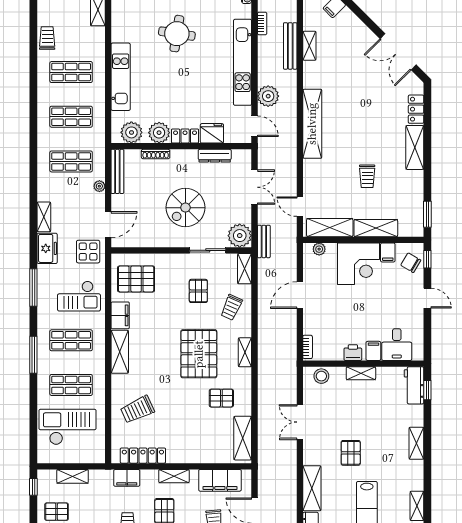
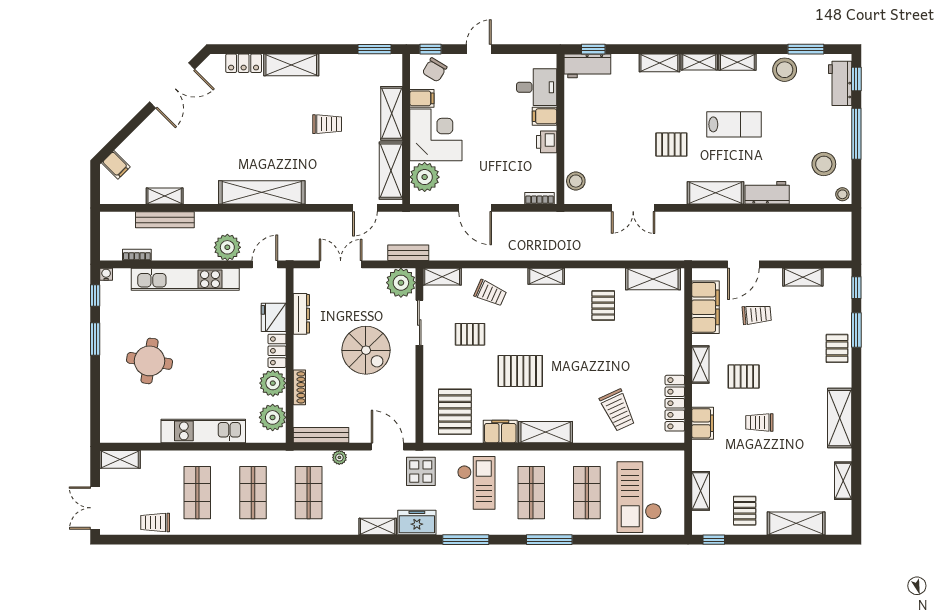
plant: (319, 249) -> (425, 177), width x1.87, depth x1.87
pallet: (199, 354) -> (520, 371), moved, width x0.73, depth x0.71
shelving: (361, 373) -> (699, 62), moved, turned 90

